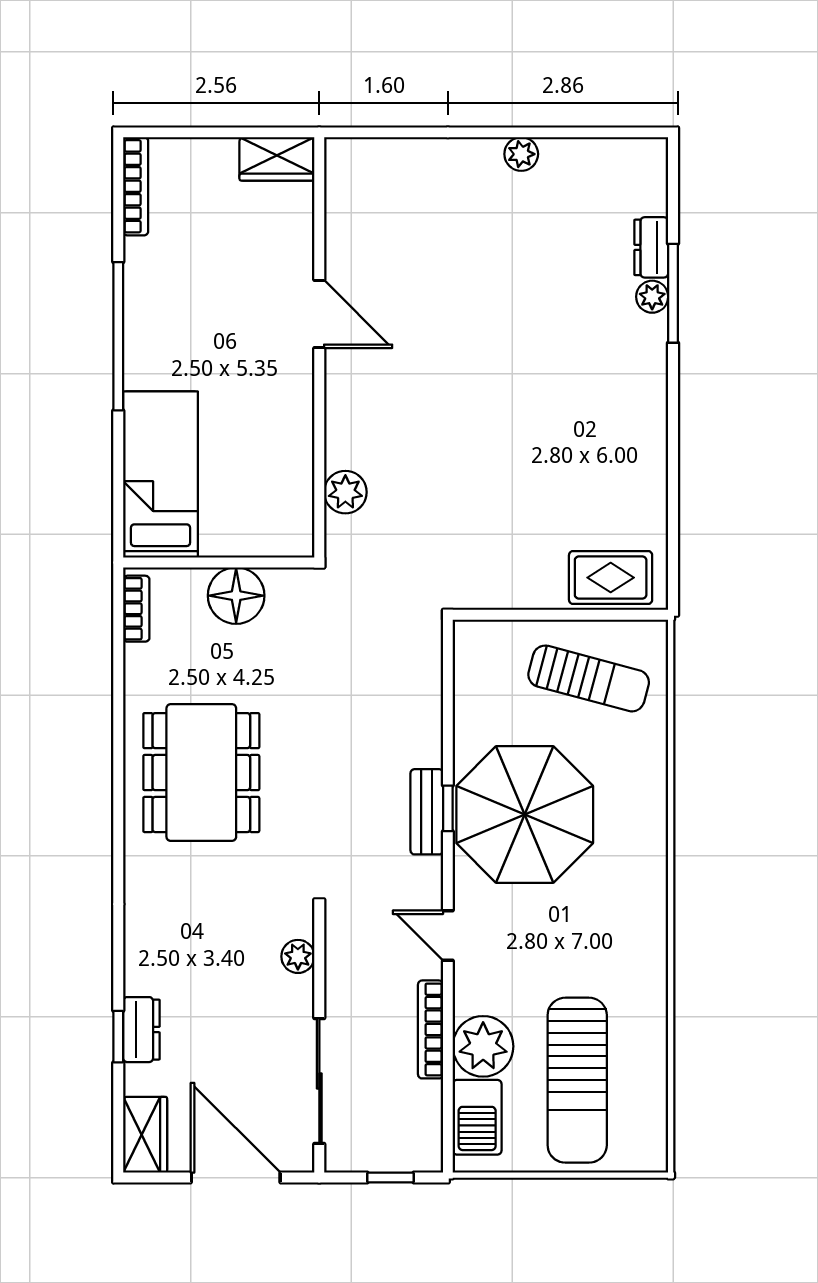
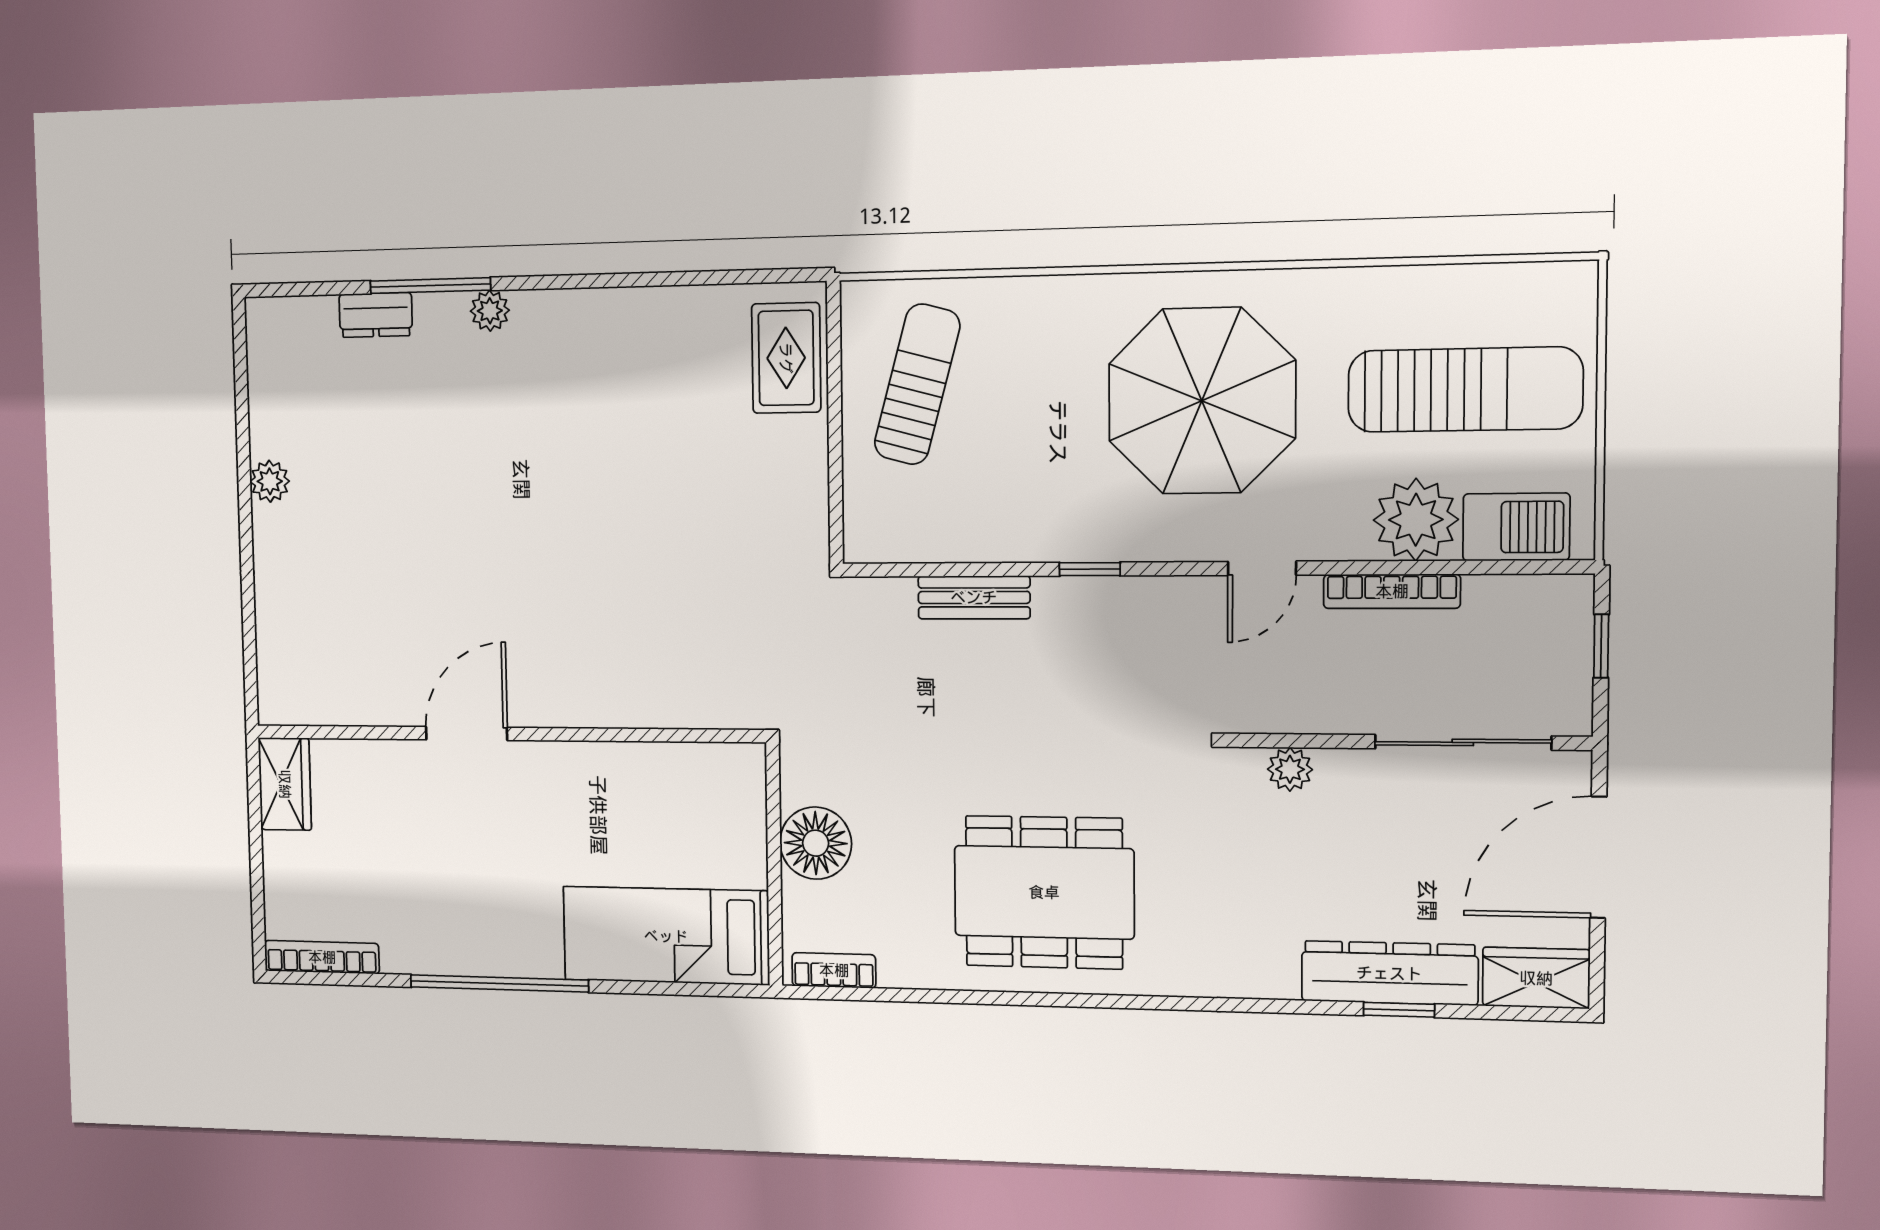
plant: (652, 297) -> (490, 311), moved
plant: (345, 492) -> (684, 702), removed
bench: (427, 812) -> (974, 597), moved
parasol: (525, 815) -> (1202, 401), moved
dresser: (141, 1030) -> (1389, 973), width x1.96, depth x1.24

